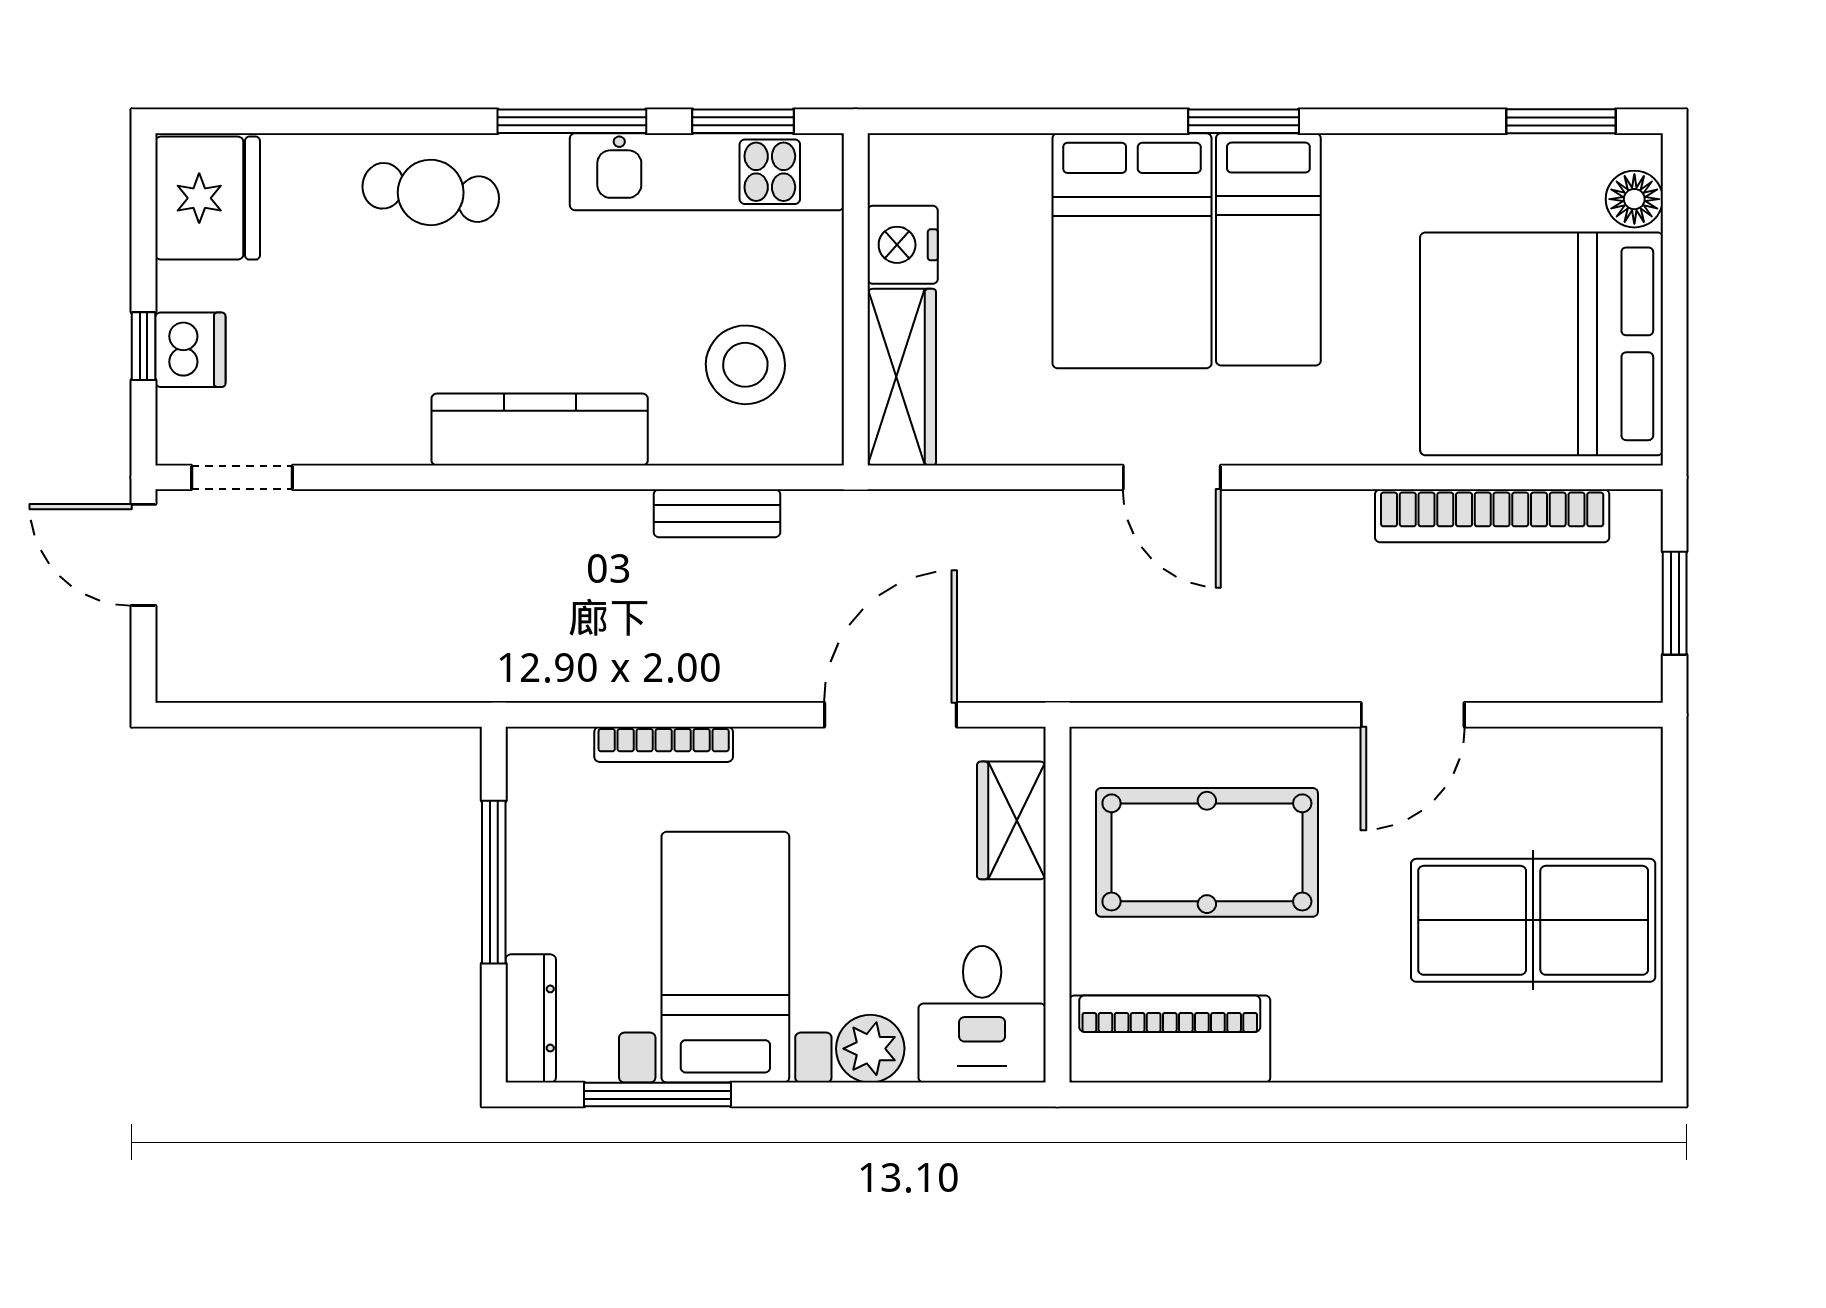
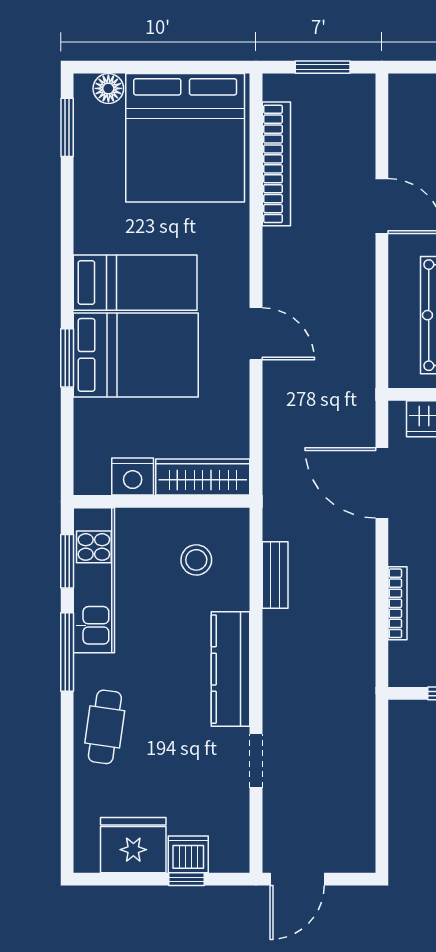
window: (1244, 121) -> (67, 358), moved
fridge: (208, 198) -> (133, 845), moved
stool: (745, 365) -> (196, 560), width x0.73, depth x0.73
doorway: (242, 477) -> (256, 761), moved
door: (1172, 477) -> (256, 334), hinge flipped

